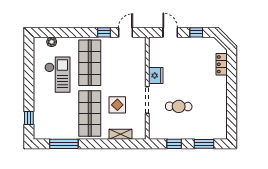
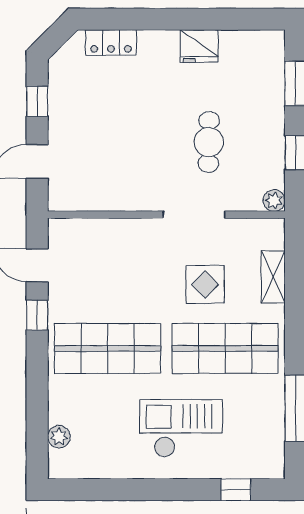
checkout: (57, 75) -> (181, 428), moved
fridge: (156, 75) -> (199, 46), moved, turned 180
plant: (153, 135) -> (274, 200), added

